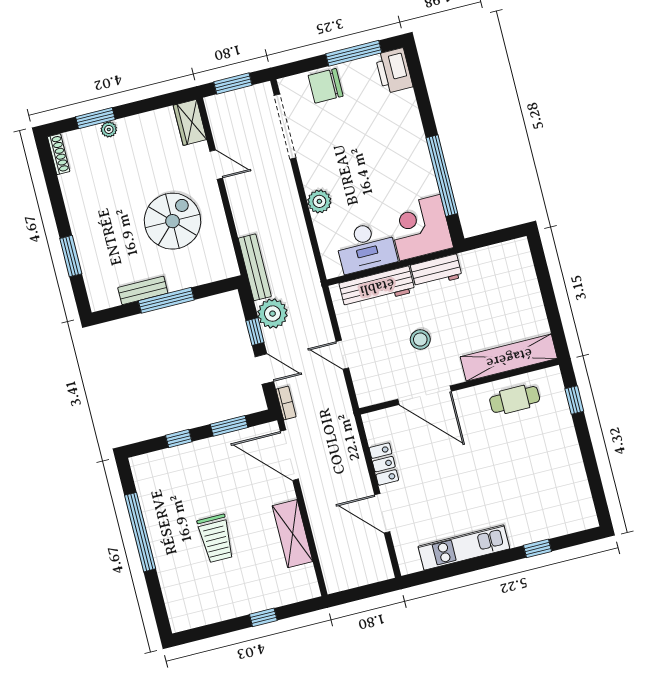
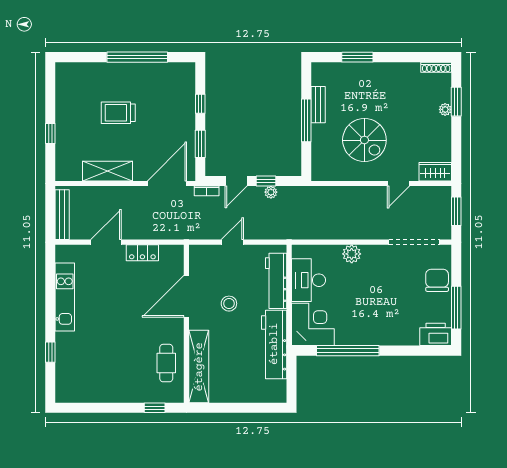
bench: (255, 267) -> (62, 215), moved, turned 90
workbench: (436, 271) -> (274, 344), width x1.88, depth x1.32
plant: (273, 314) -> (271, 192), width x0.53, depth x0.53

